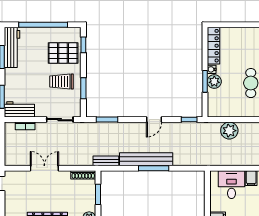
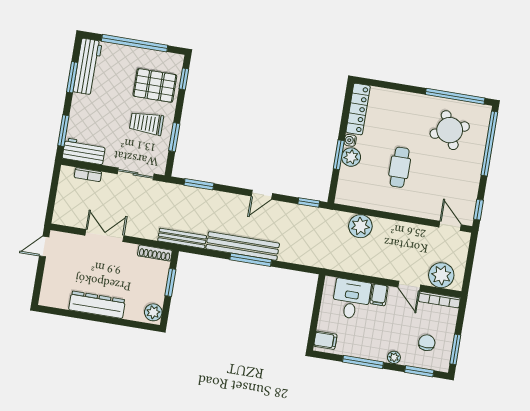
bench: (106, 161) -> (182, 238), width x1.36

